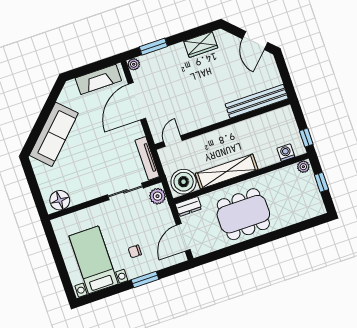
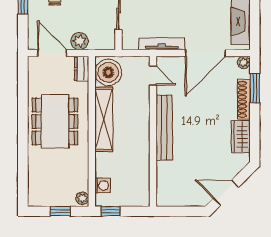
shoe rack: (167, 53) -> (244, 99), added
door: (137, 101) -> (205, 53), swing flipped
bench: (257, 101) -> (164, 127), moved
tv unit: (147, 158) -> (162, 44), moved
plant: (158, 196) -> (80, 41), moved

